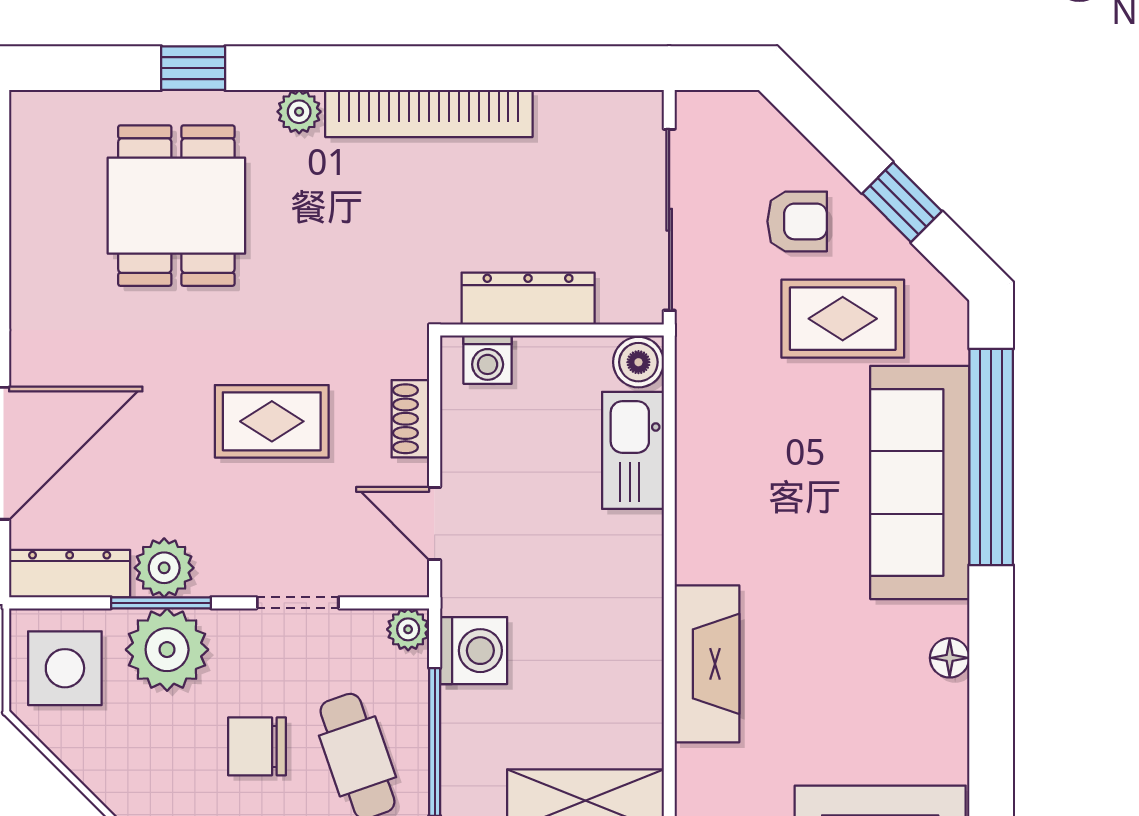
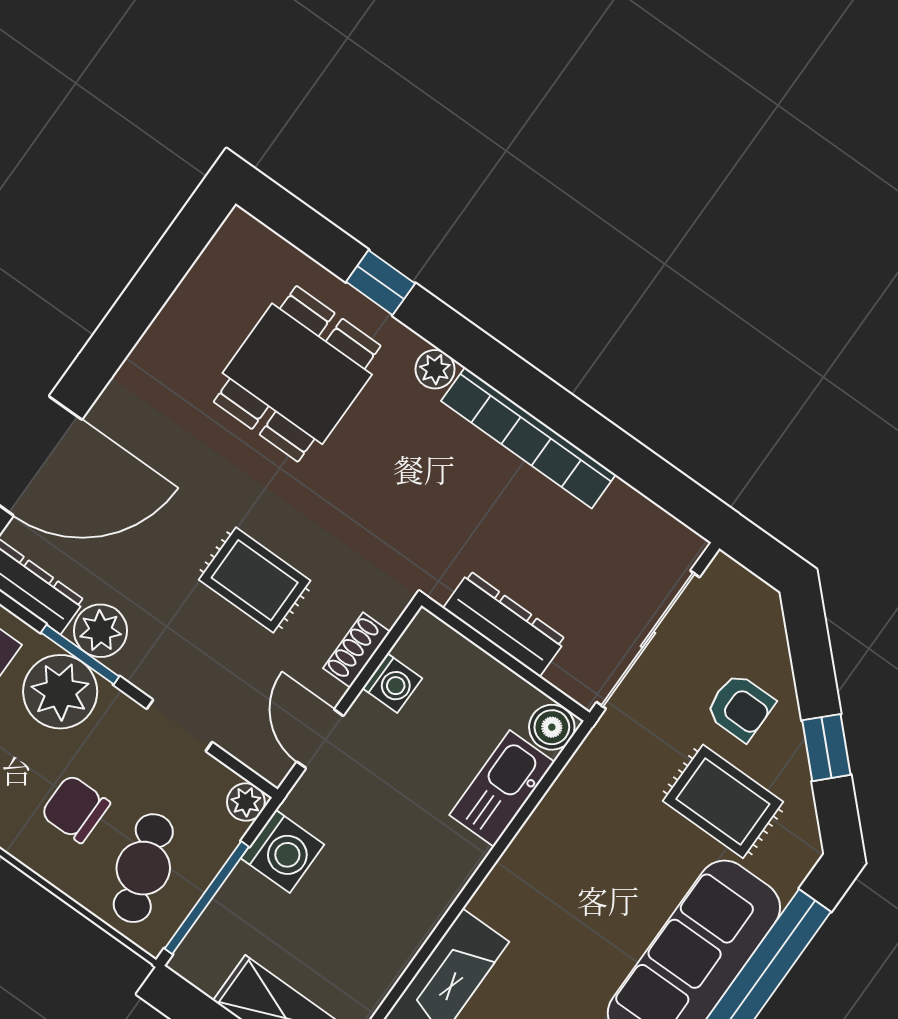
washing machine: (488, 360) -> (392, 683), moved, turned -90

